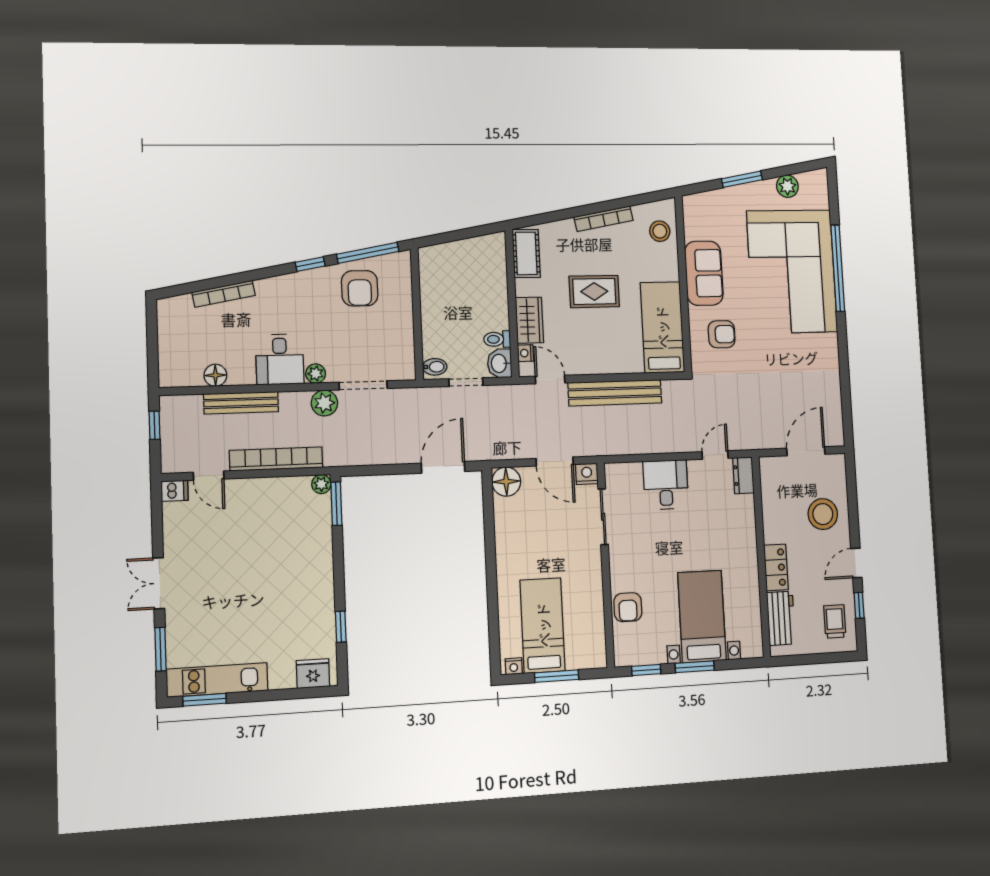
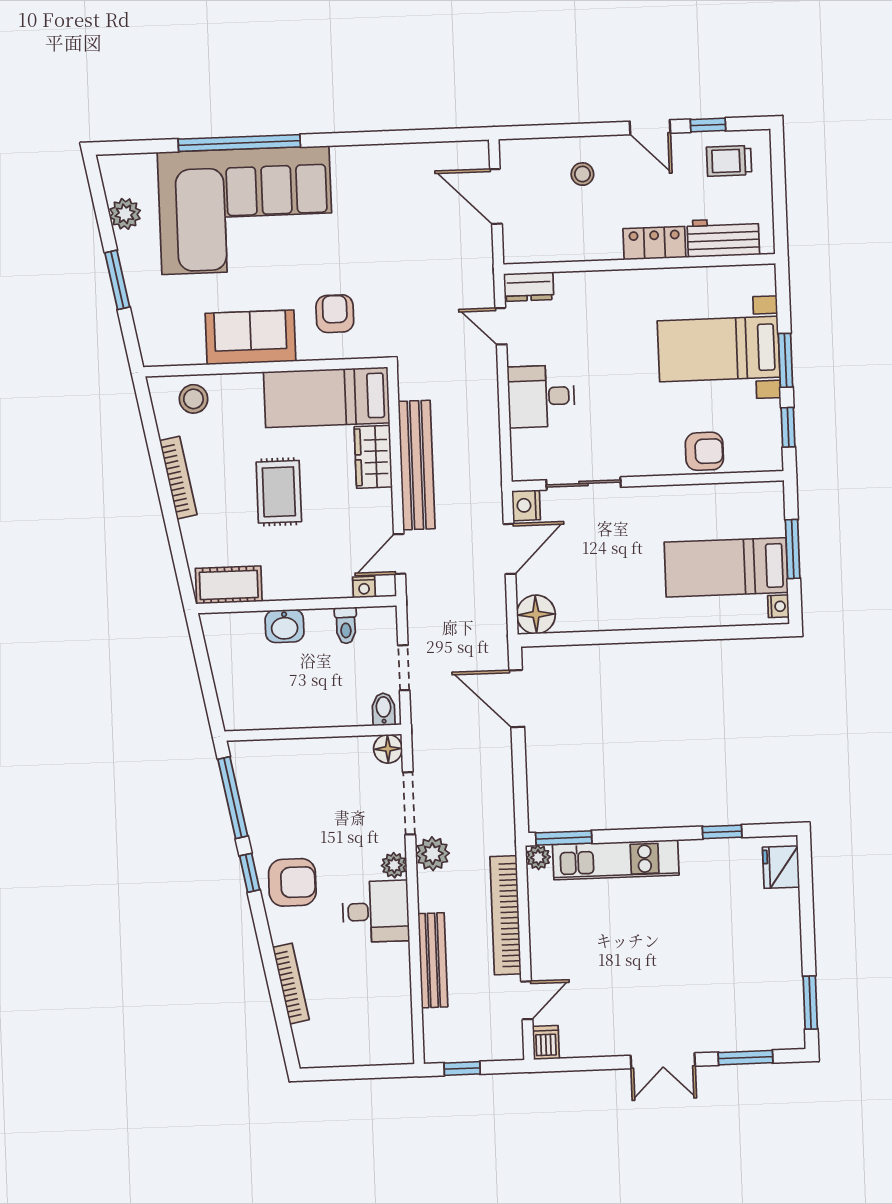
armchair: (360, 288) -> (292, 882), moved
wardrobe: (529, 320) -> (373, 457), moved, turned -90
washbasin: (500, 363) -> (285, 626), moved
floor lamp: (215, 375) -> (388, 749), moved
stool: (823, 514) -> (582, 174), width x0.53, depth x0.53
kitchen unit: (217, 680) -> (616, 860), moved, turned -90

